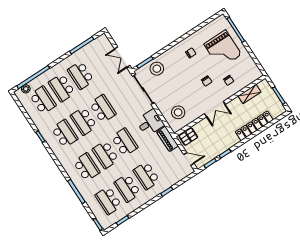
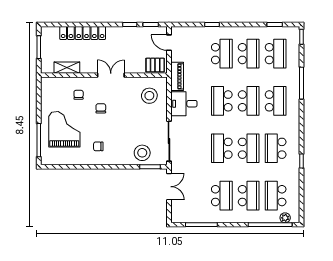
school desk: (87, 167) -> (276, 101), turned 180

